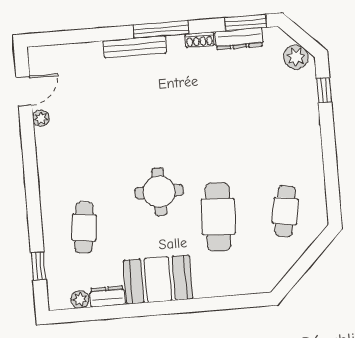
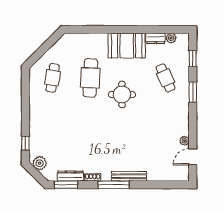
window: (34, 206) -> (193, 92), added
cafe table: (84, 228) -> (166, 78), turned -30

